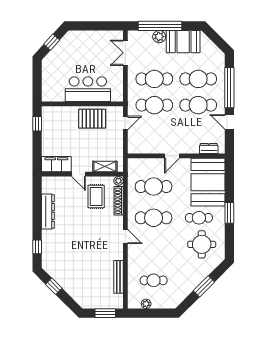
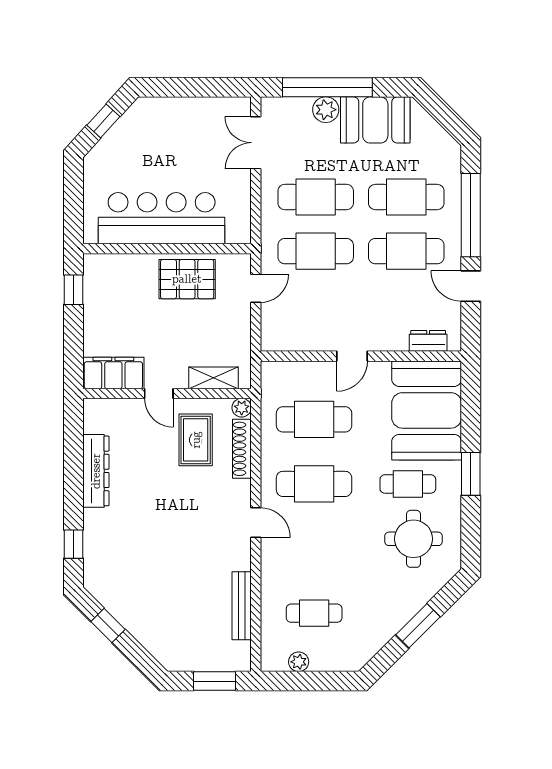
bar counter: (88, 89) -> (162, 218), width x1.36

